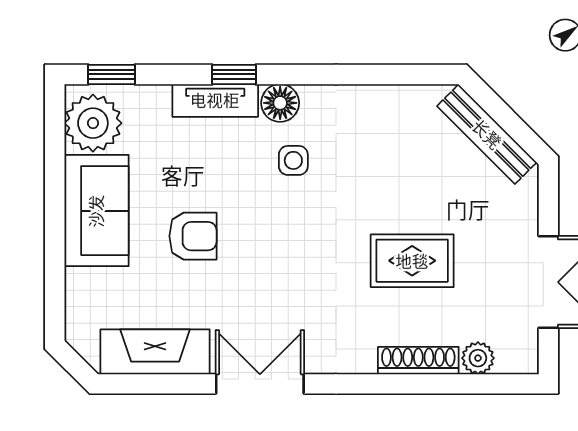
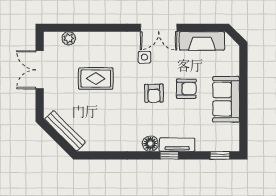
plant: (93, 123) -> (228, 135), removed
side table: (293, 160) -> (144, 57), moved
armchair: (271, 225) -> (154, 93), added
armchair: (193, 236) -> (186, 89), turned 180
shoe rack: (418, 361) -> (93, 37), removed

